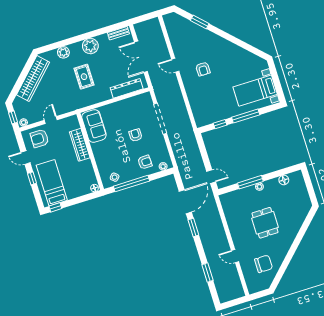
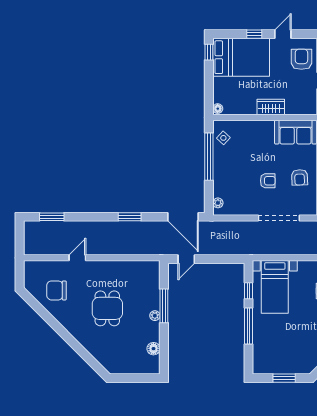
window: (276, 78) -> (284, 378), added
bed with nightstands: (255, 91) -> (275, 287), moved, turned 180
wardrobe: (80, 145) -> (271, 107), width x0.67
armchair: (145, 162) -> (300, 177), moved
bed: (52, 183) -> (241, 57), width x1.50
door: (185, 202) -> (183, 217), moved
dining table: (265, 223) -> (107, 308), turned 90
chair: (264, 264) -> (57, 290), turned 90
window: (207, 272) -> (52, 217), moved

